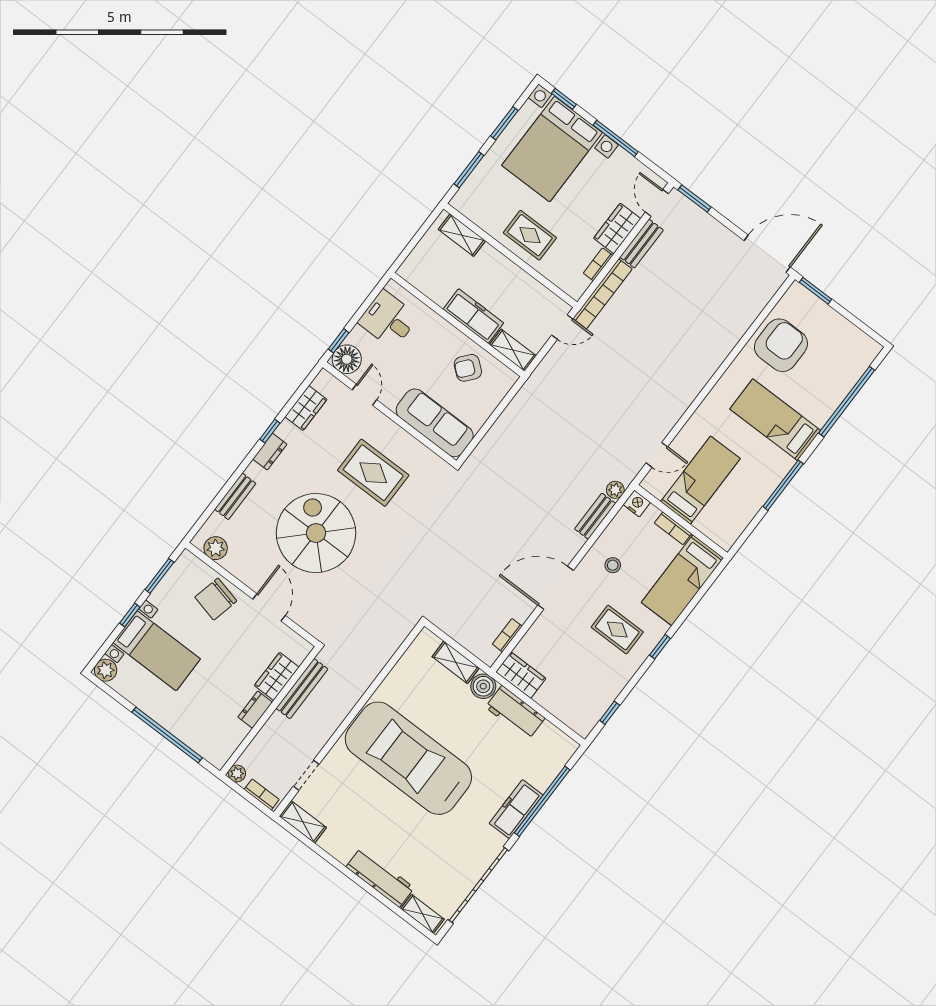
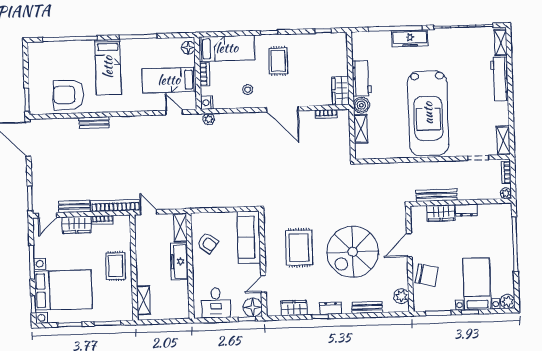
bench: (595, 516) -> (94, 123), moved
floor lamp: (721, 535) -> (188, 48), added

